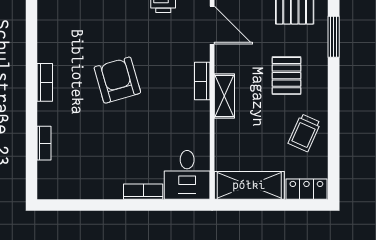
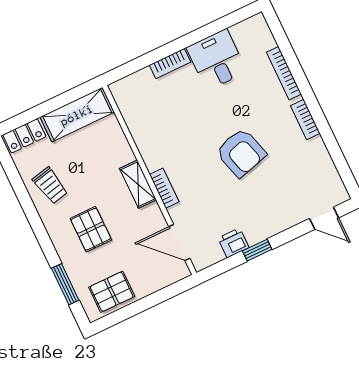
trolley: (304, 133) -> (50, 185), turned 143
bookcase: (44, 143) -> (284, 73), width x1.56
desk: (187, 175) -> (217, 60), moved

